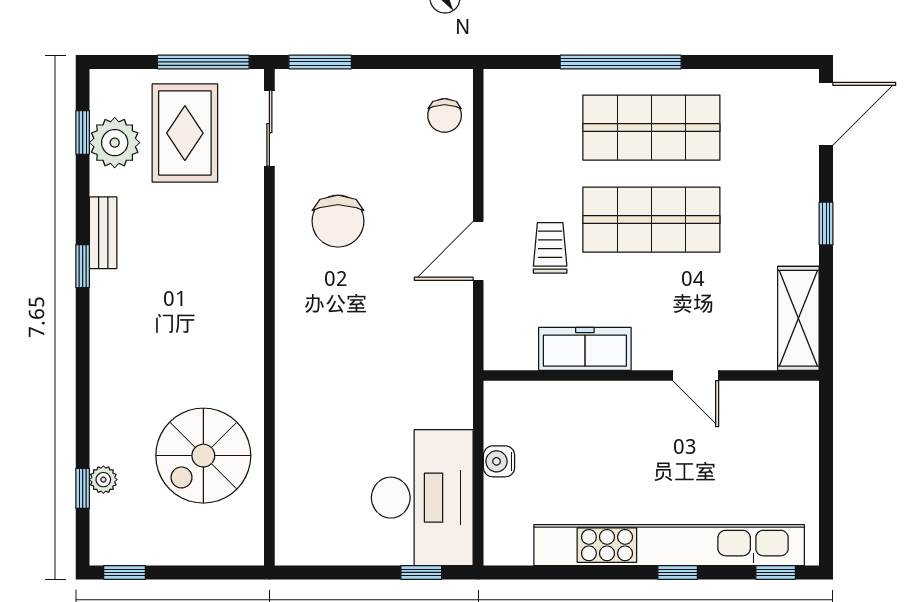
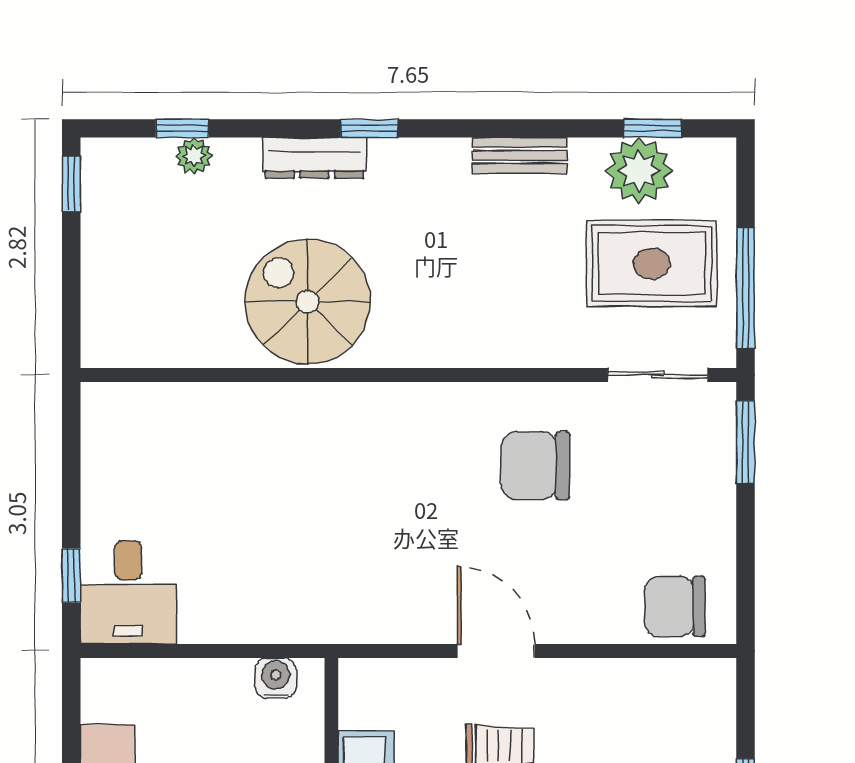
chair: (445, 115) -> (675, 606), width x1.37, depth x1.37
window: (83, 266) -> (369, 128), moved
dresser: (105, 388) -> (314, 158), added
spiral stairs: (203, 456) -> (308, 302), moved
water cooler: (499, 461) -> (276, 678), moved
desk: (422, 498) -> (128, 593), width x0.53, depth x0.77

